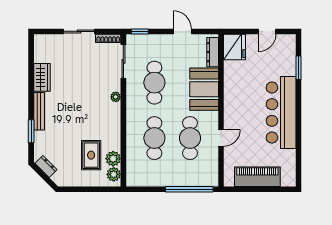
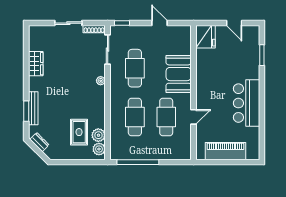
door: (267, 31) -> (234, 23), hinge flipped
dresser: (213, 52) -> (186, 41), removed
bench: (39, 111) -> (33, 108), moved
bar counter: (281, 113) -> (247, 103), width x0.73
window: (189, 189) -> (138, 162), moved

